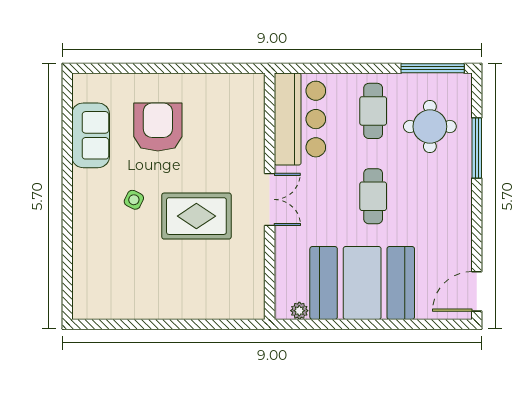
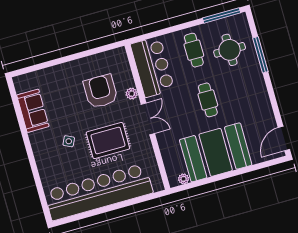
armchair: (158, 127) -> (101, 91), moved
plant: (255, 152) -> (132, 94), added
bar counter: (159, 294) -> (99, 192), added

